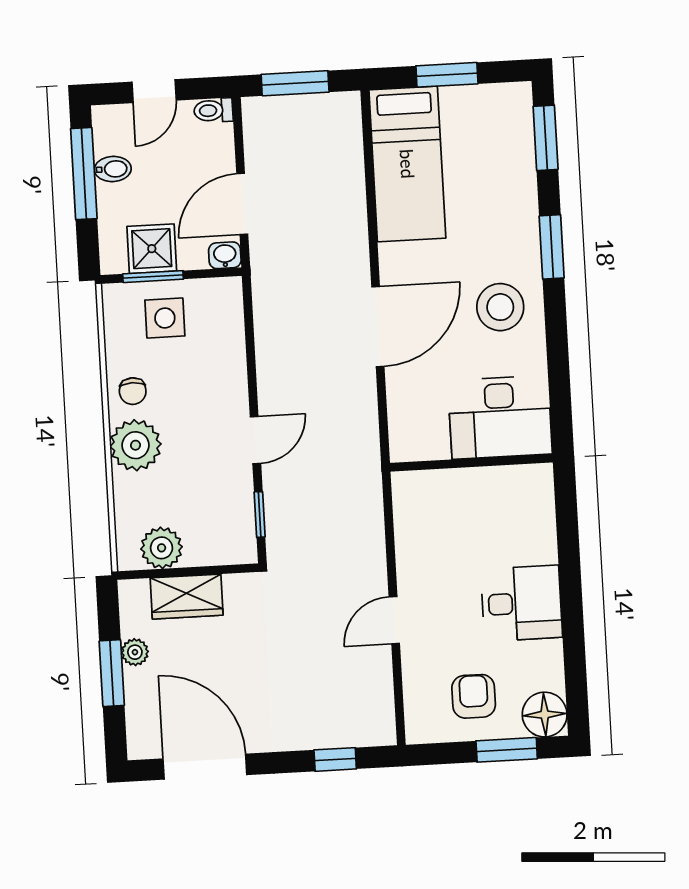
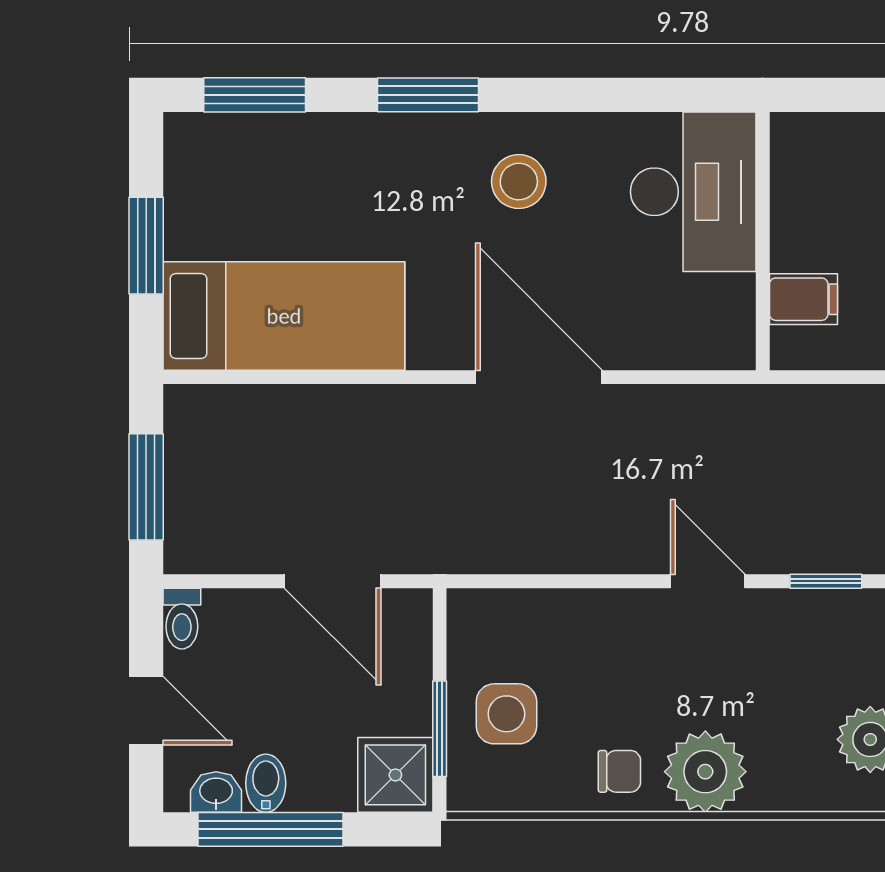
shower: (152, 249) -> (395, 775), moved
washbasin: (225, 255) -> (216, 792), moved, turned 90
stool: (500, 307) -> (519, 182), width x0.73, depth x0.73
filing cabinet: (436, 490) -> (803, 299), added

